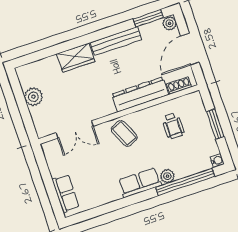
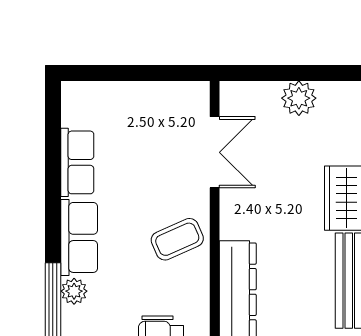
double door: (75, 129) -> (215, 152), swing flipped
row of seats: (66, 193) -> (77, 162), moved, turned -90

